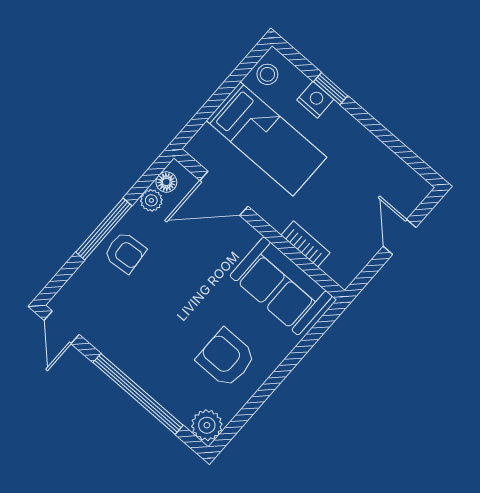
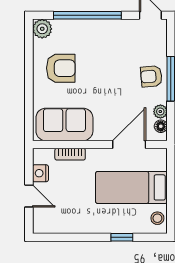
nightstand: (315, 100) -> (40, 173), moved, turned 90

